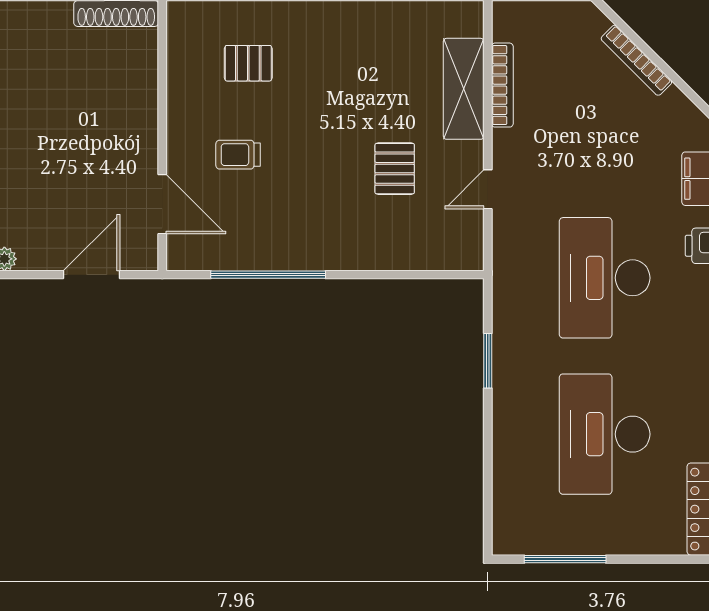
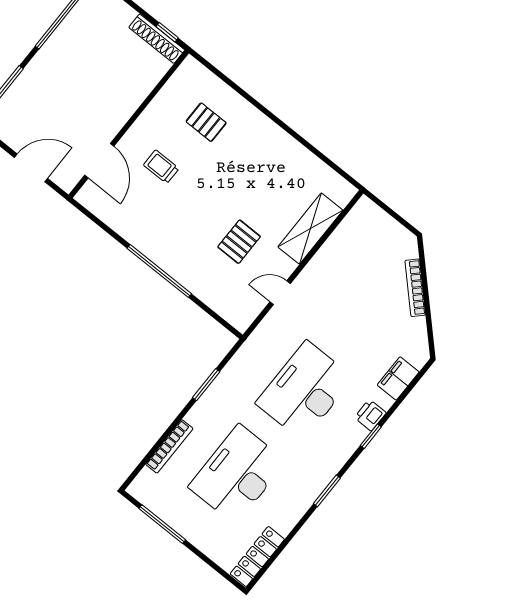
bookcase: (502, 85) -> (169, 446), moved
window: (268, 275) -> (159, 271), moved

